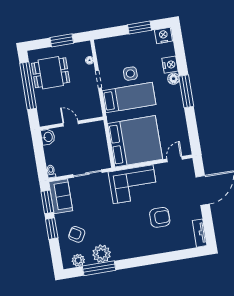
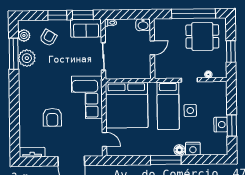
nightstand: (163, 36) -> (221, 125), moved
dining table: (51, 73) -> (202, 36), turned 90

